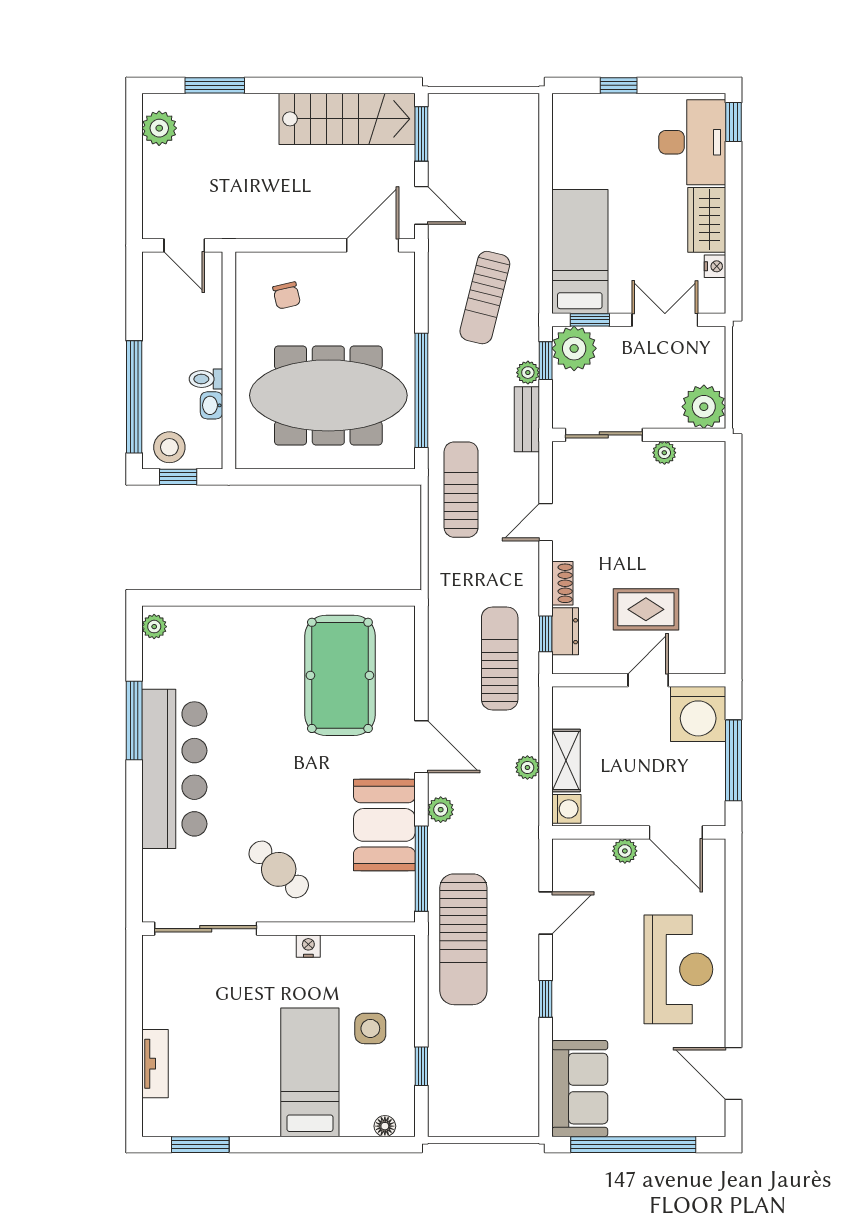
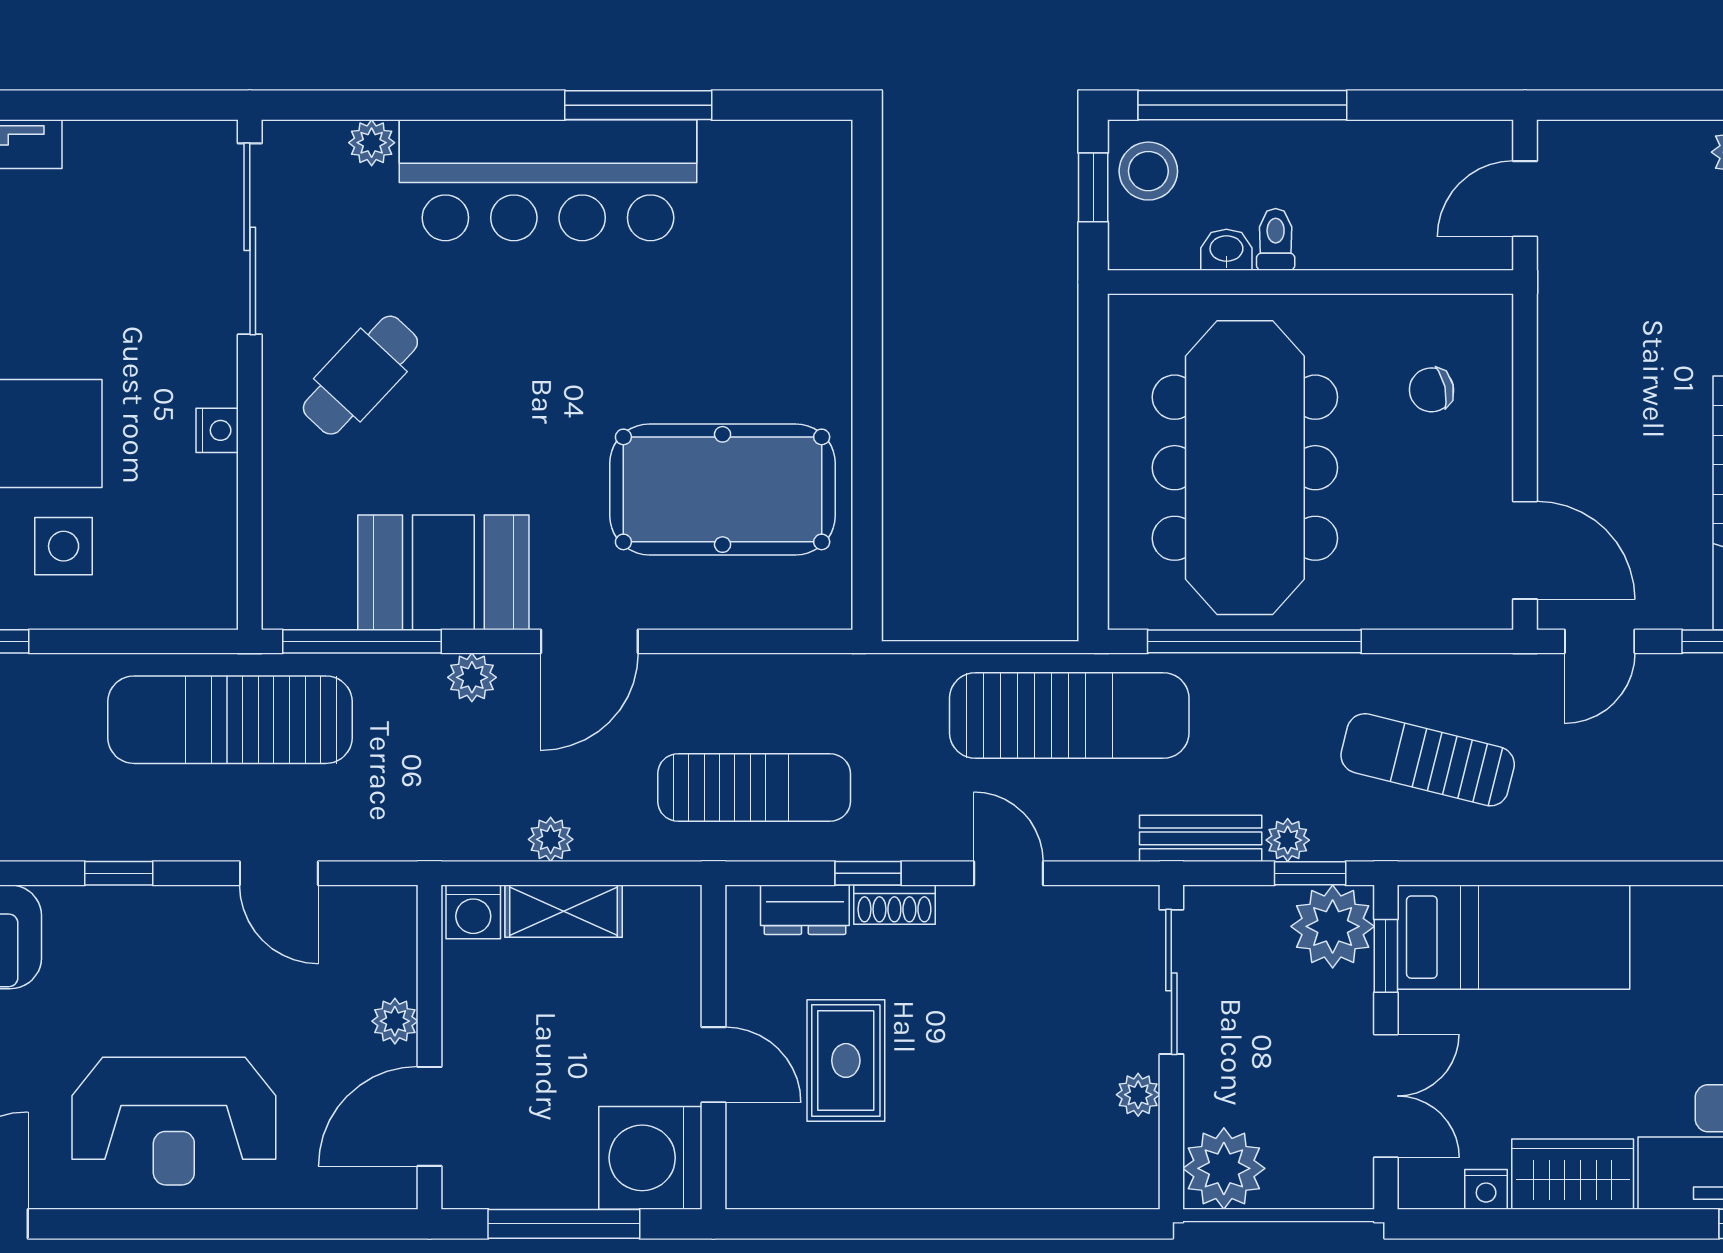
sun lounger: (461, 490) -> (1069, 715), width x1.36, depth x1.34
plant: (154, 627) -> (372, 143), moved
window: (546, 634) -> (868, 873), moved

